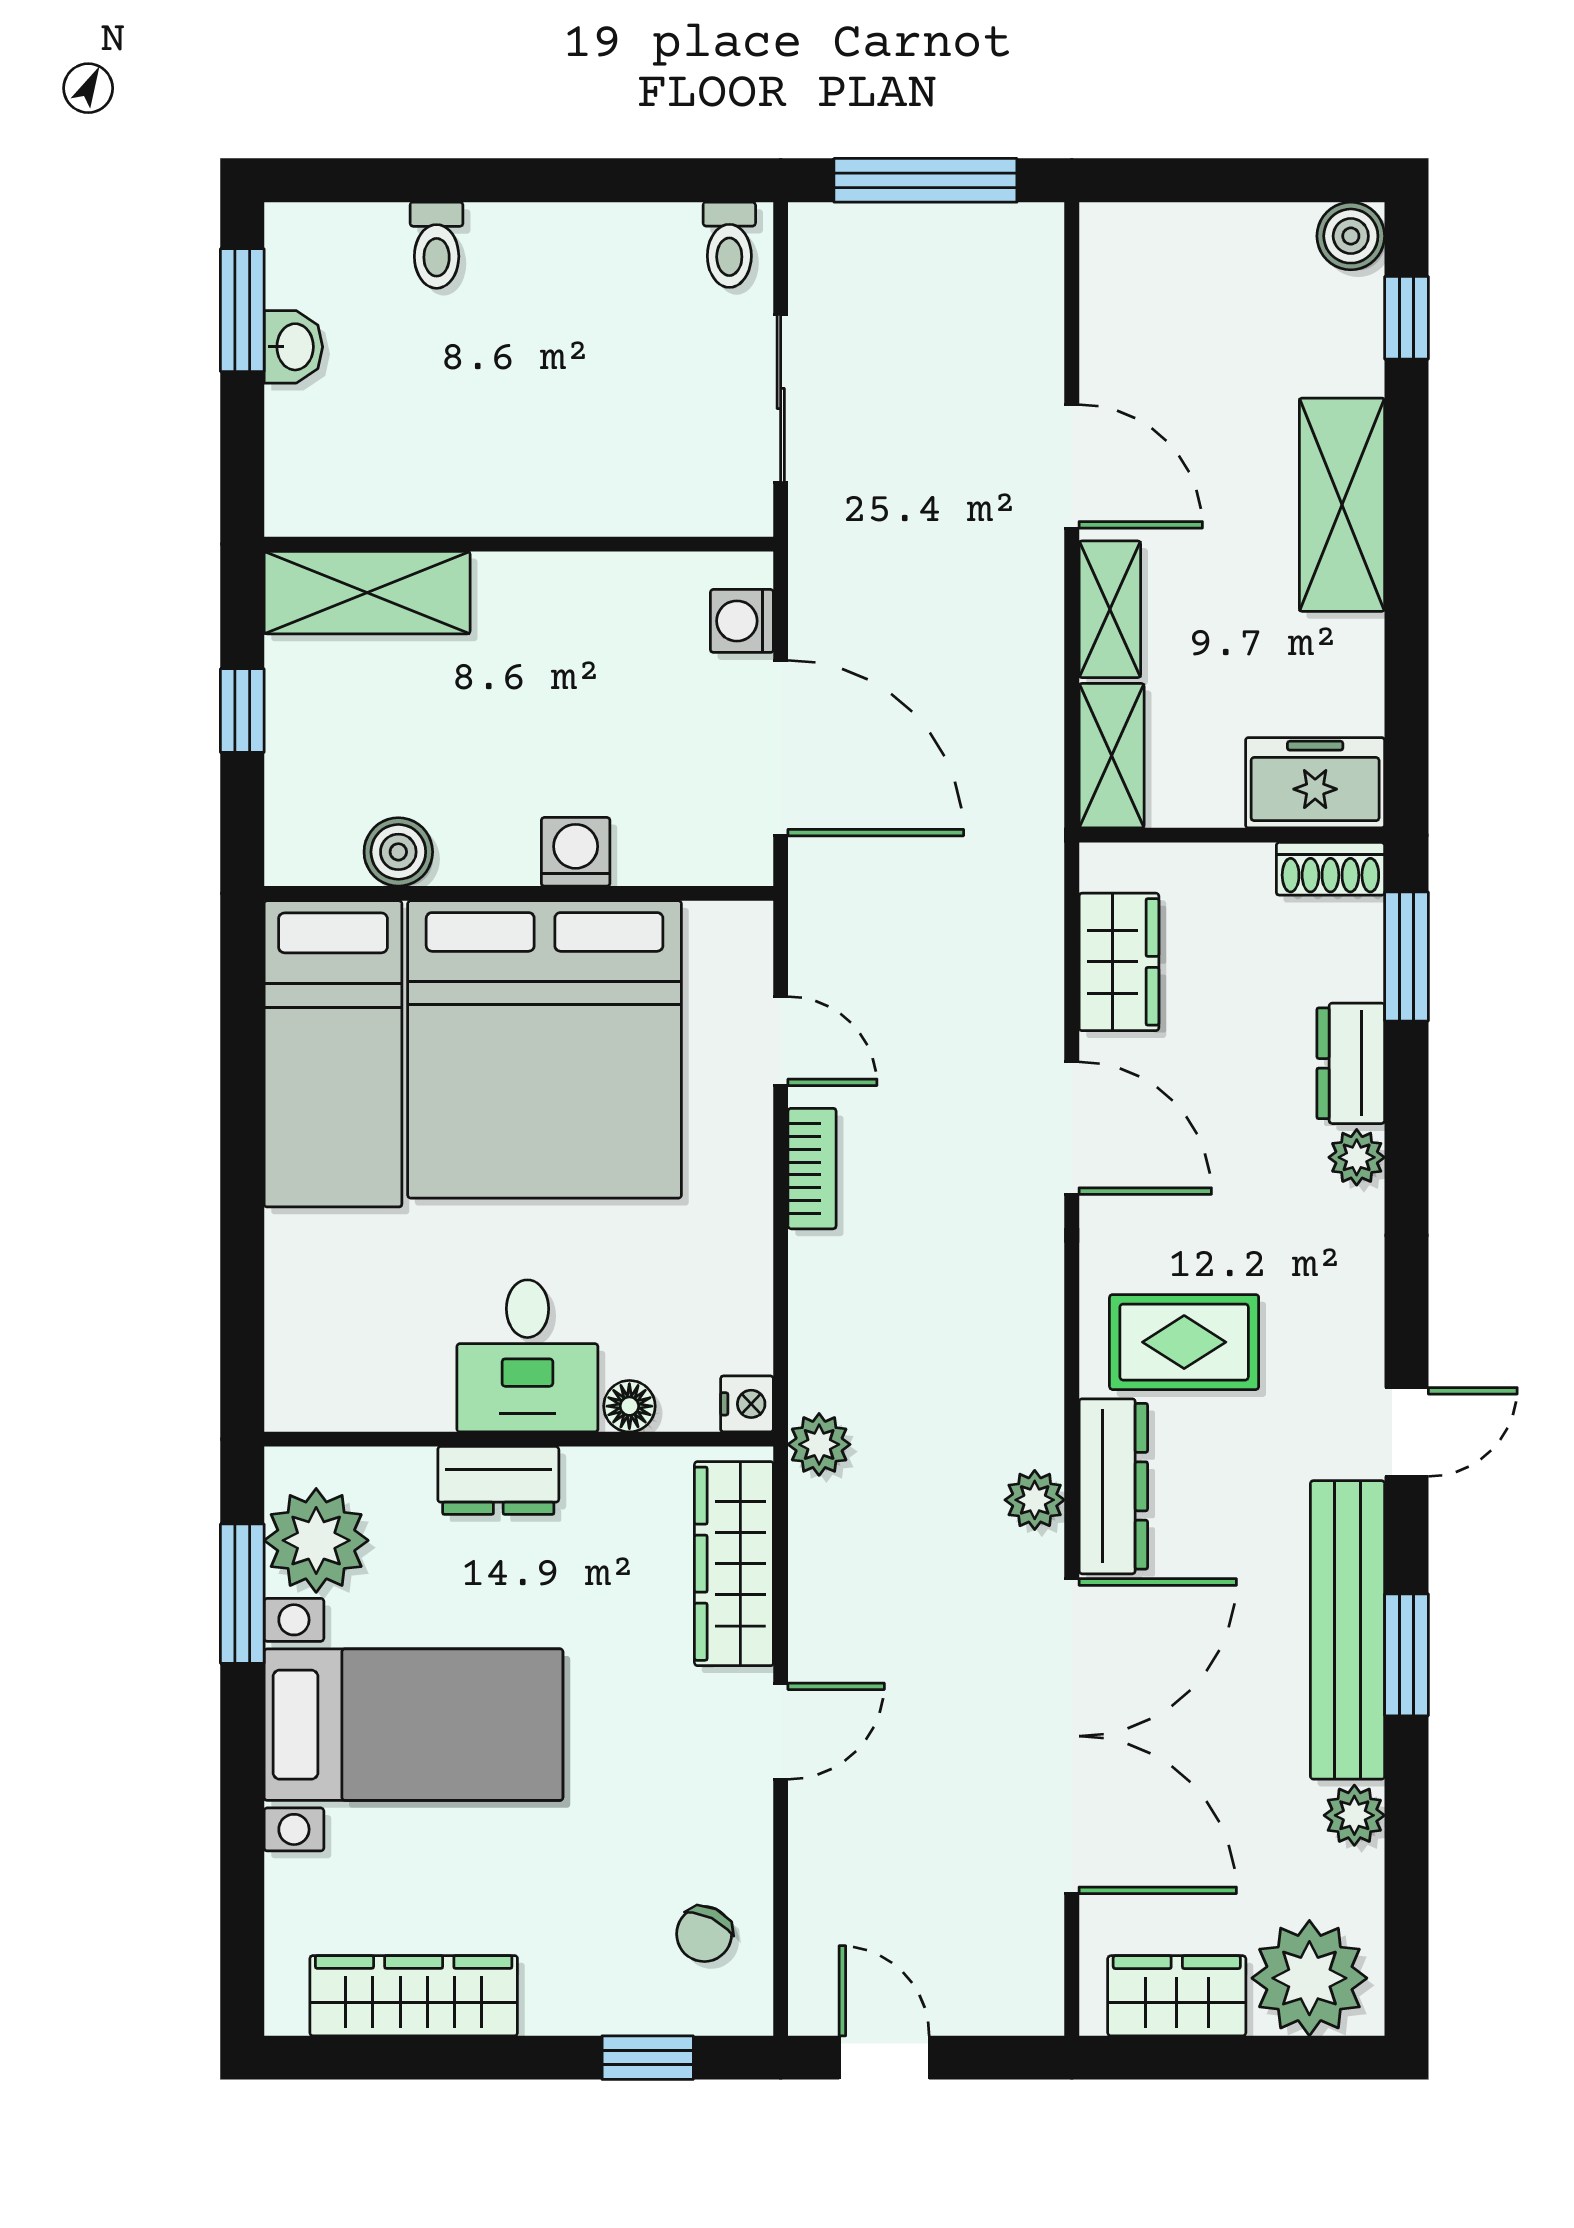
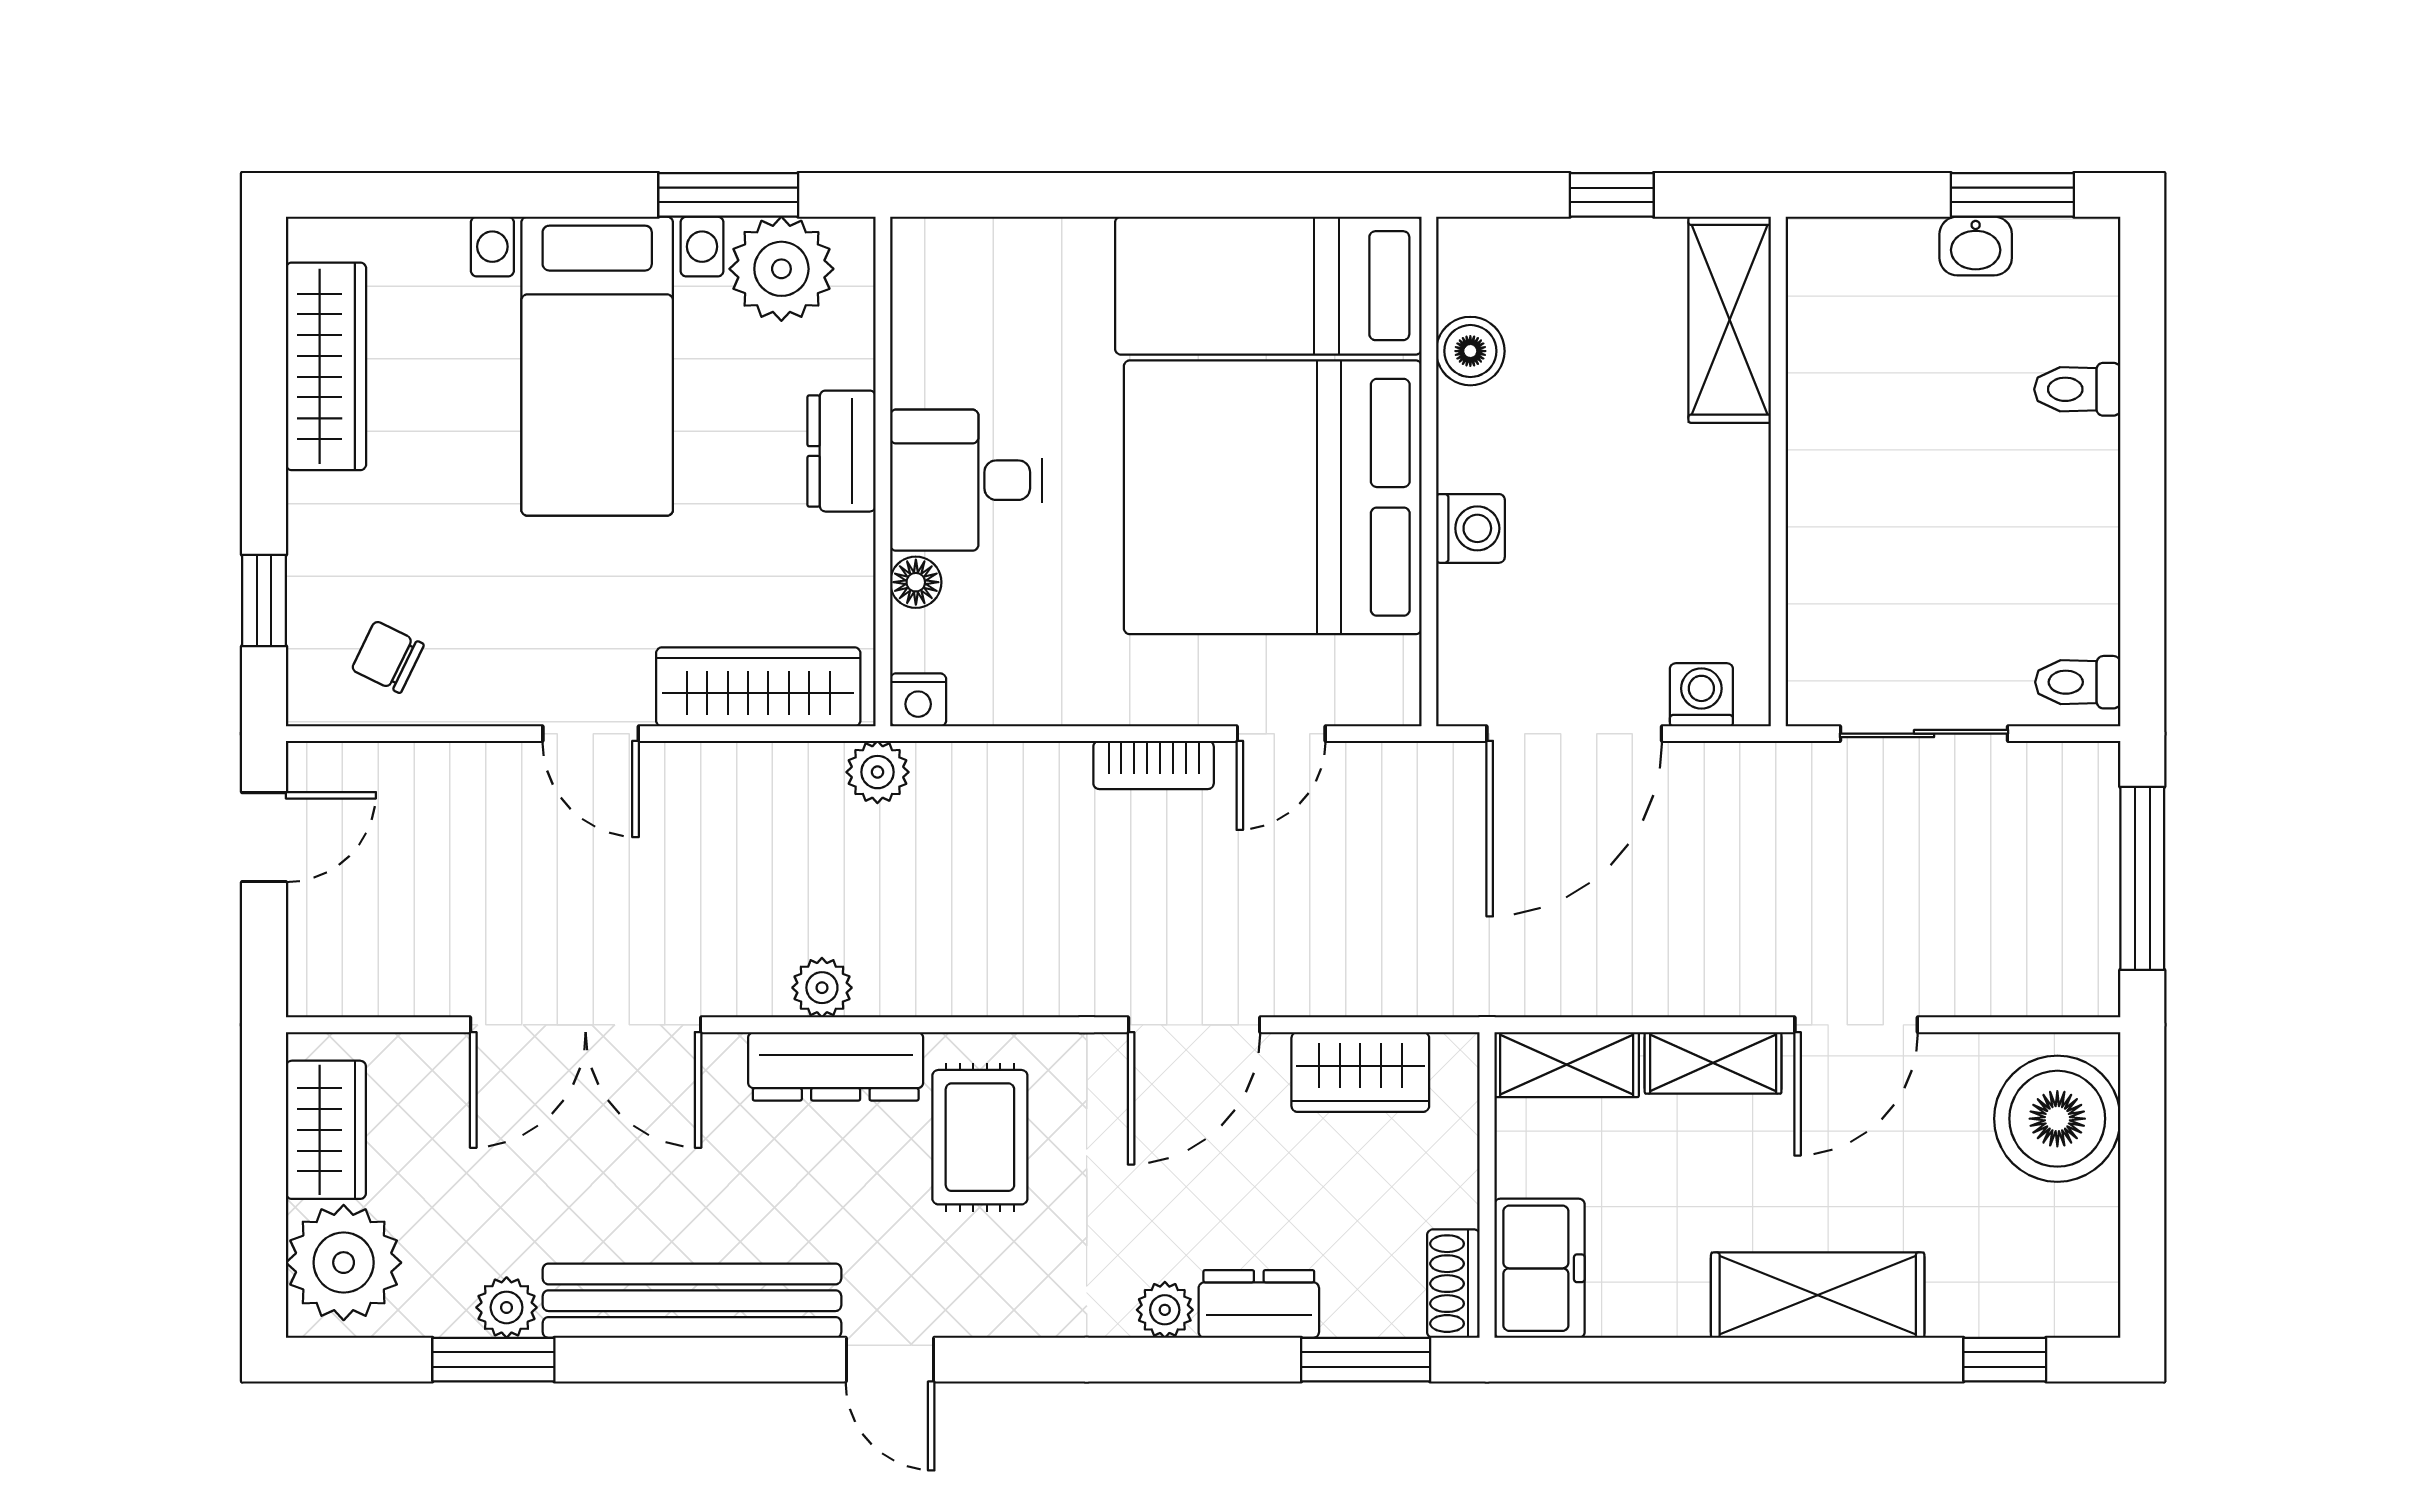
boiler: (1351, 236) -> (2057, 1119), moved, width x1.86, depth x1.86
window: (1406, 1655) -> (493, 1360), moved
double door: (1072, 1736) -> (586, 1025), width x0.73

